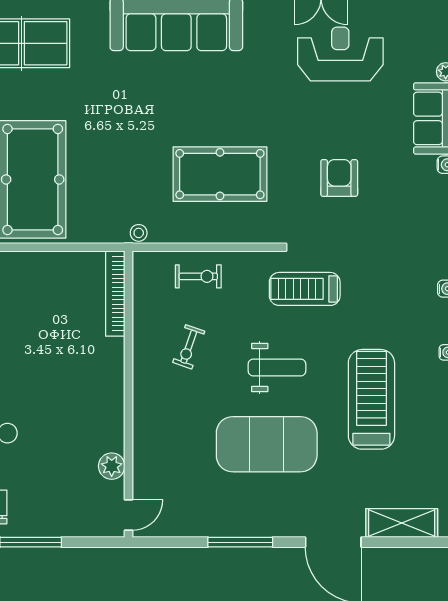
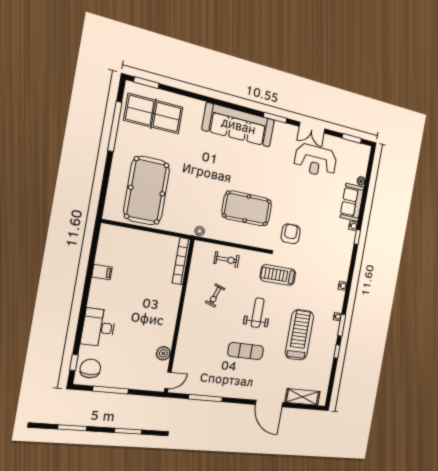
reception desk: (340, 54) -> (316, 160), turned 180
armchair: (339, 178) -> (291, 234), moved
weight bench: (277, 367) -> (258, 313), turned -90
exercise mat: (267, 444) -> (246, 351), width x0.50, depth x0.69
window: (240, 542) -> (206, 398), moved

